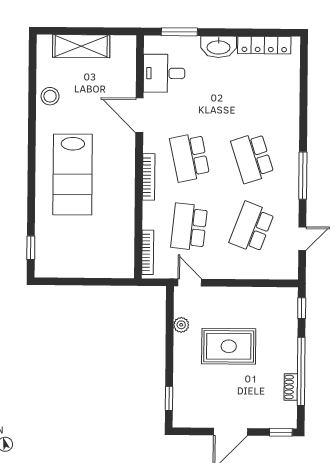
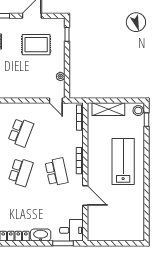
shelving: (81, 46) -> (108, 109), moved
desk: (164, 73) -> (71, 230), moved
stool: (50, 96) -> (138, 111), moved
school desk: (252, 158) -> (21, 172), turned 36
school desk: (189, 227) -> (56, 132), removed
rug: (229, 346) -> (36, 45), moved

